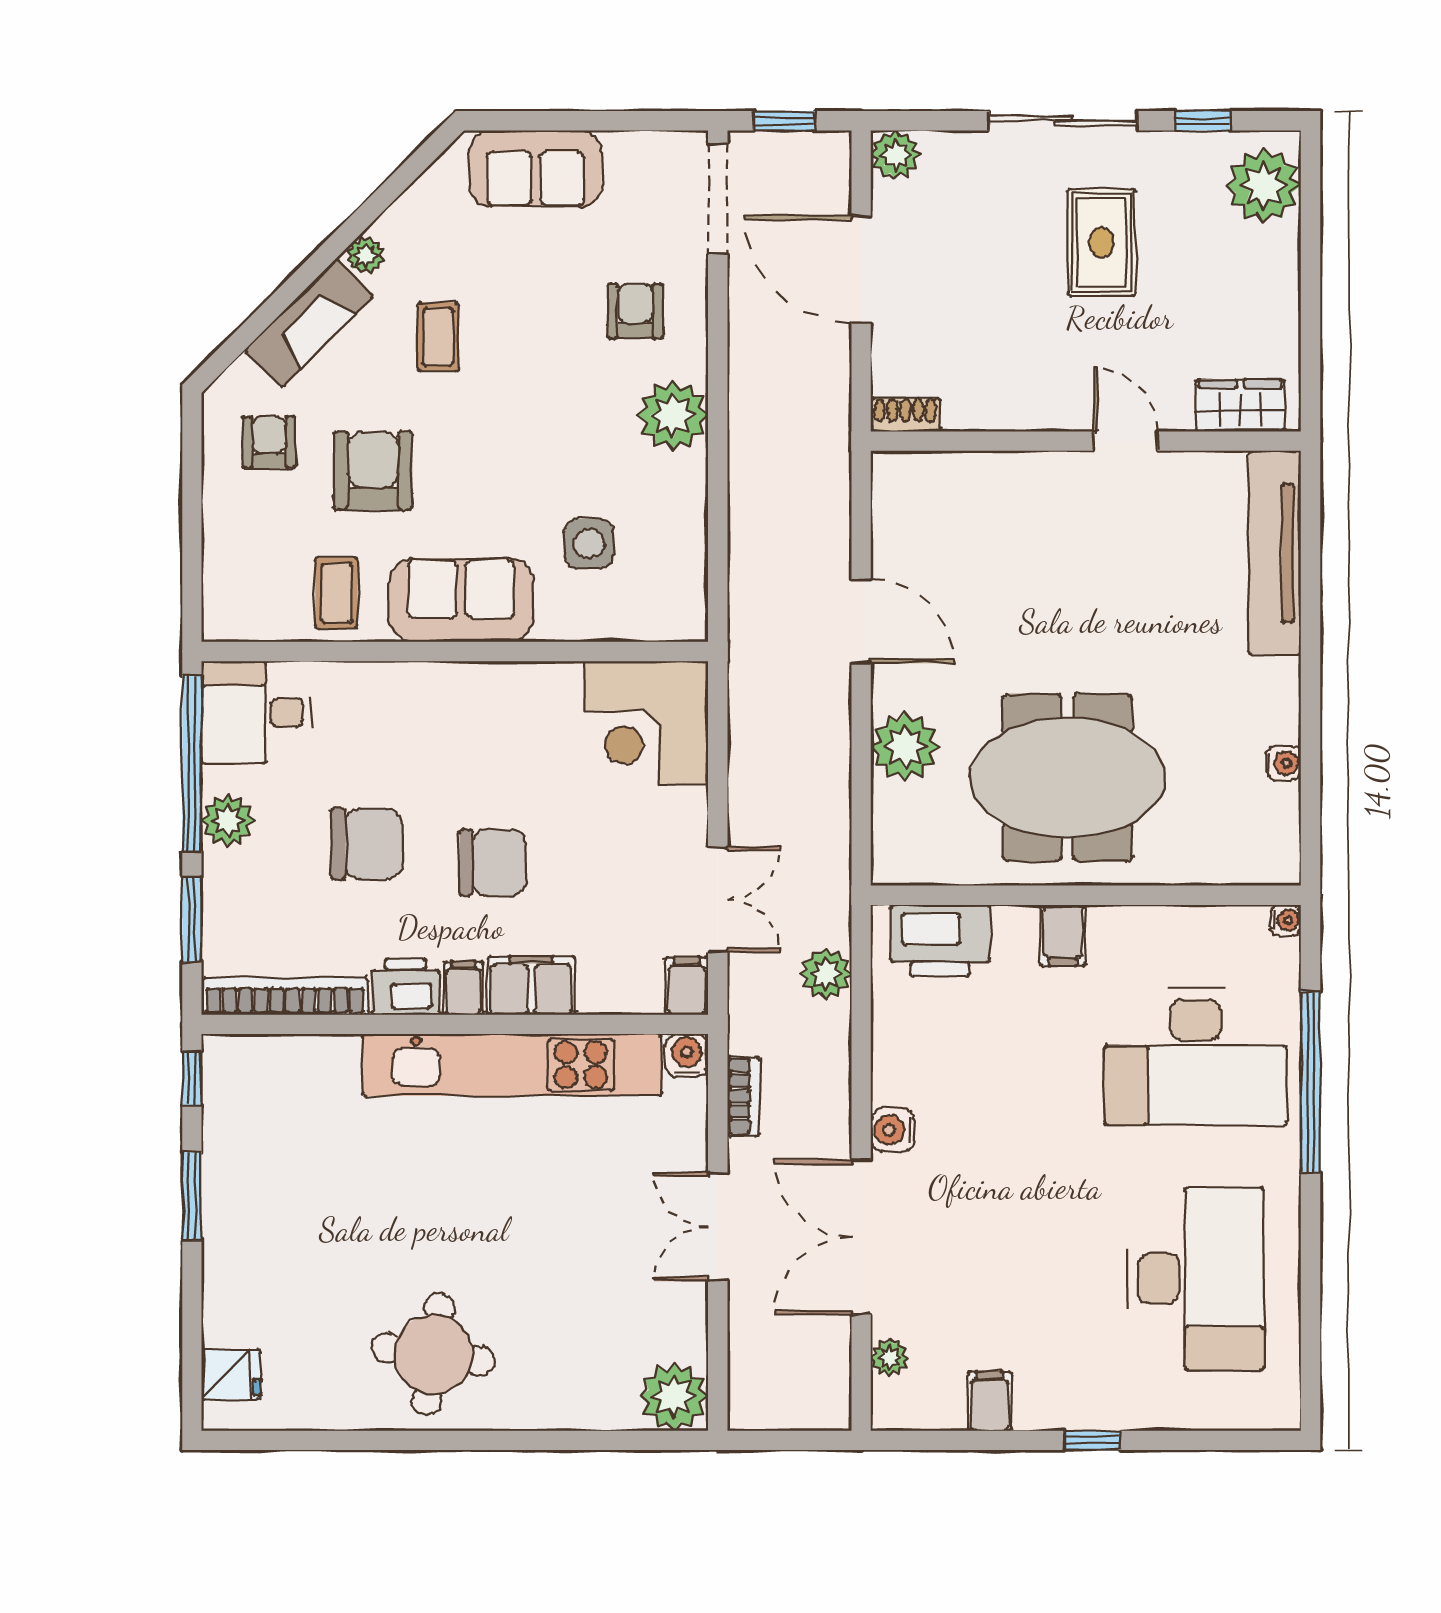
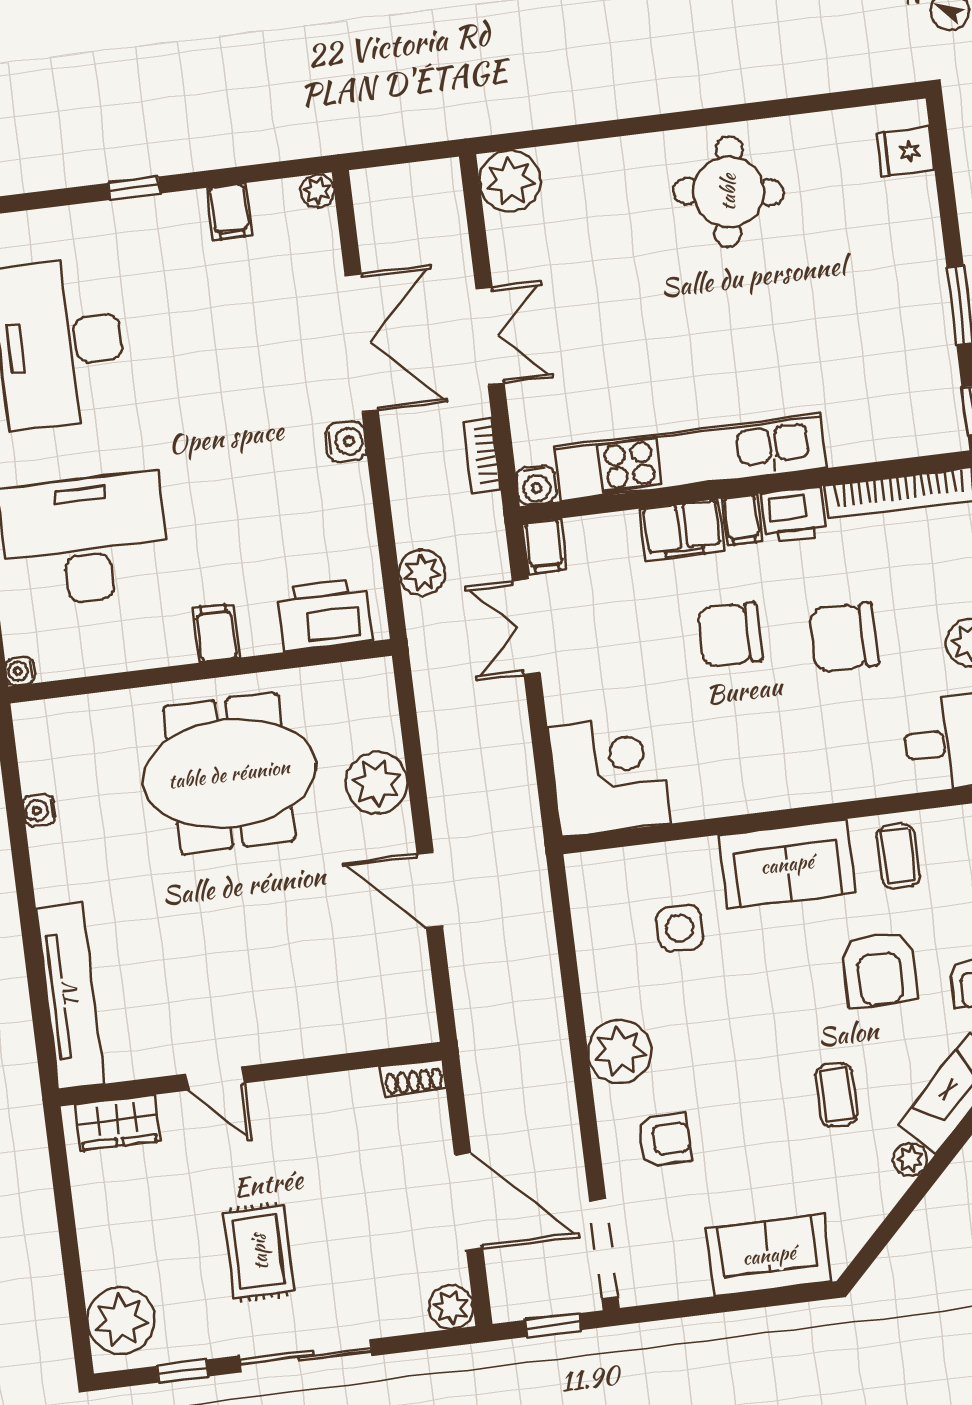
armchair: (635, 311) -> (664, 1140), turned -90
plant: (889, 1358) -> (317, 191), moved

